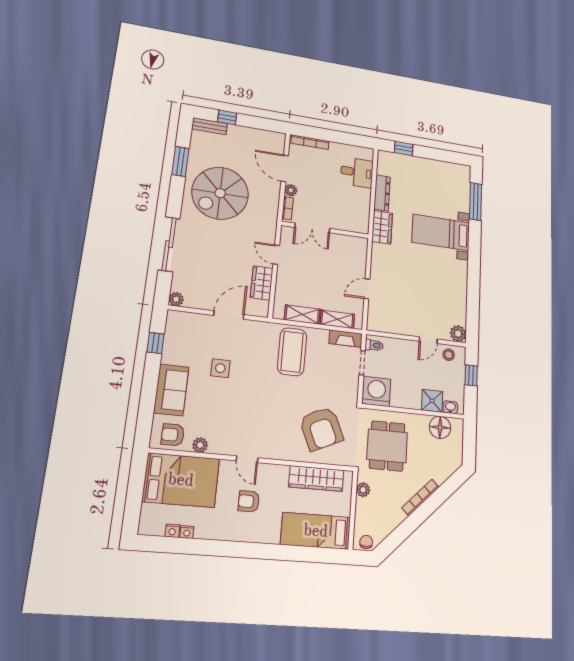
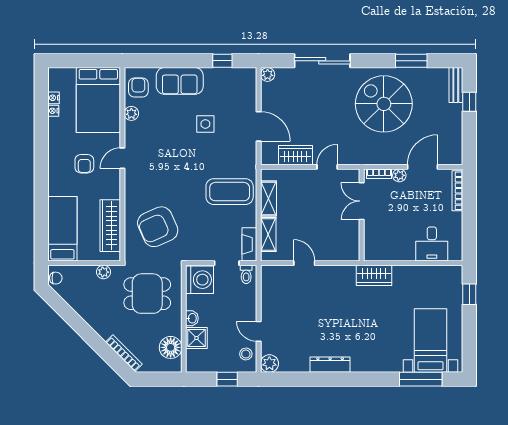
dresser: (382, 193) -> (330, 365), moved, turned 180
bed with nightstands: (441, 232) -> (431, 340), moved
washbasin: (450, 407) -> (192, 318), moved
bookcase: (420, 497) -> (124, 353), moved
armchair: (249, 501) -> (84, 164), turned 180

